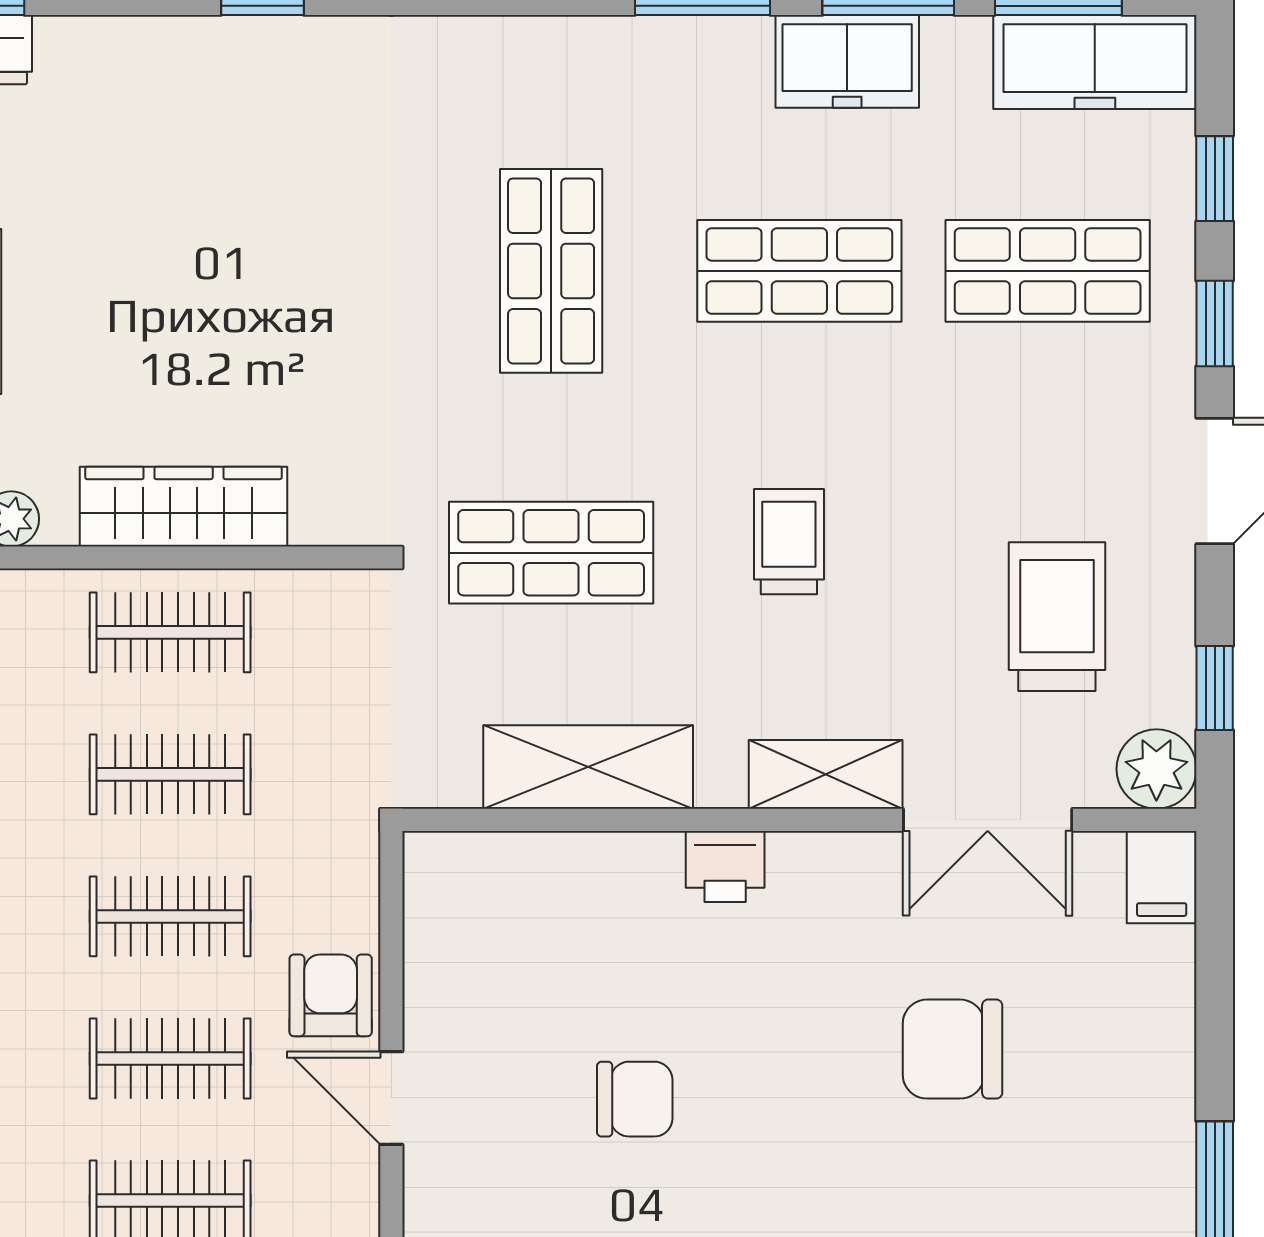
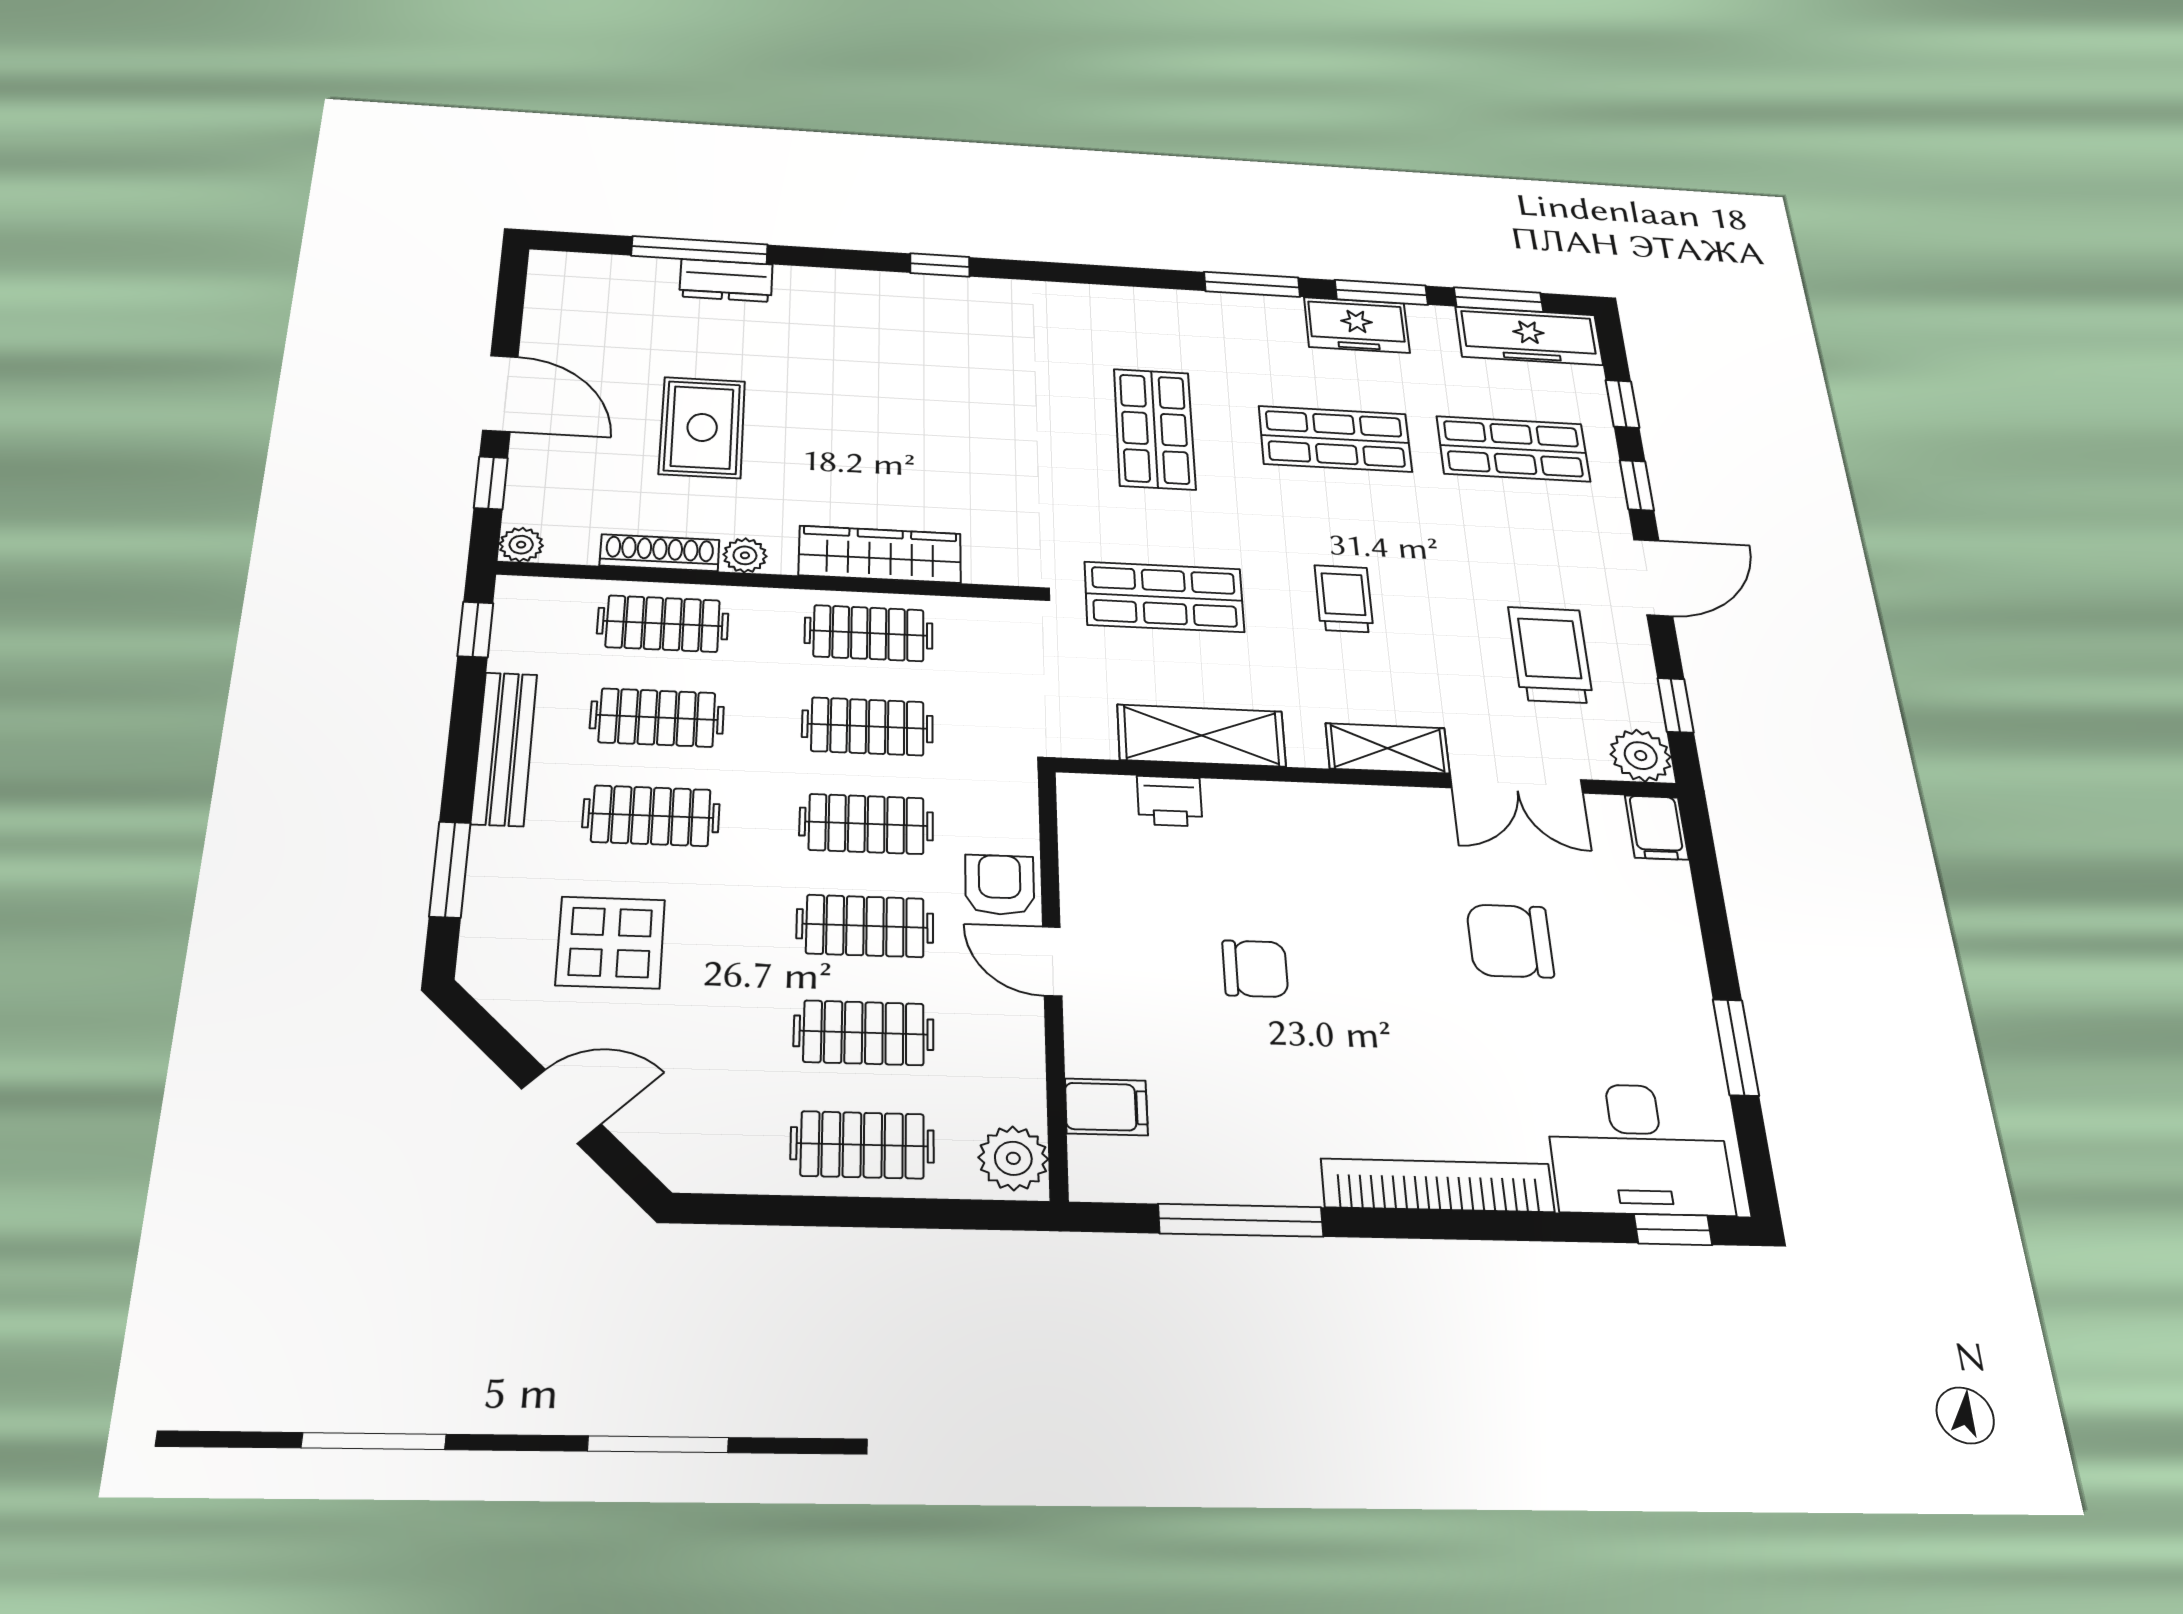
printer: (725, 866) -> (1170, 801), moved

